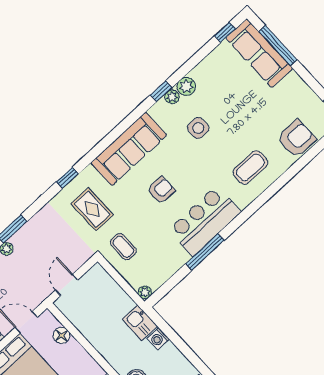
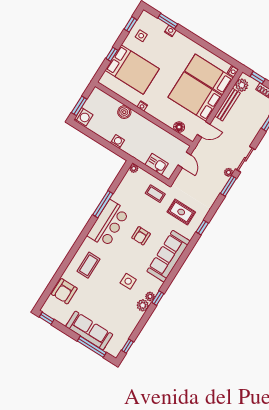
sofa: (259, 53) -> (89, 331), moved
kitchen sink: (140, 323) -> (157, 164), moved

